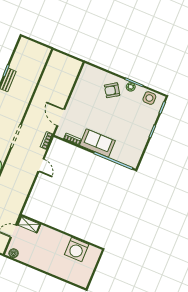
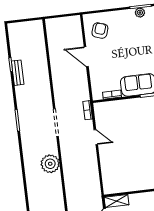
armchair: (112, 90) -> (100, 31), moved, turned 141
door: (61, 118) -> (86, 57), moved

